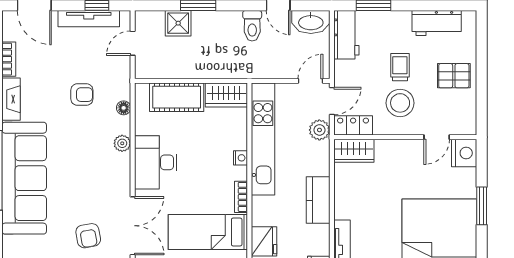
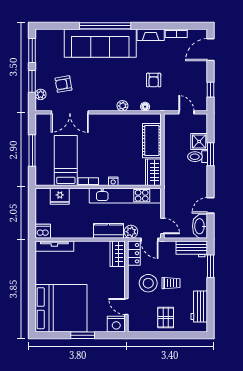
tv unit: (89, 19) -> (202, 84), removed
toilet: (252, 26) -> (197, 157), moved
desk: (156, 162) -> (110, 127), removed
kitchen counter: (318, 200) -> (108, 231), moved

